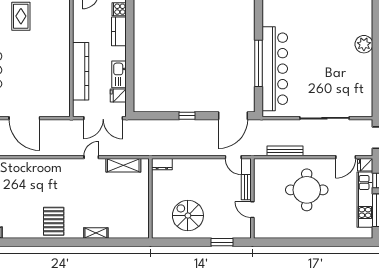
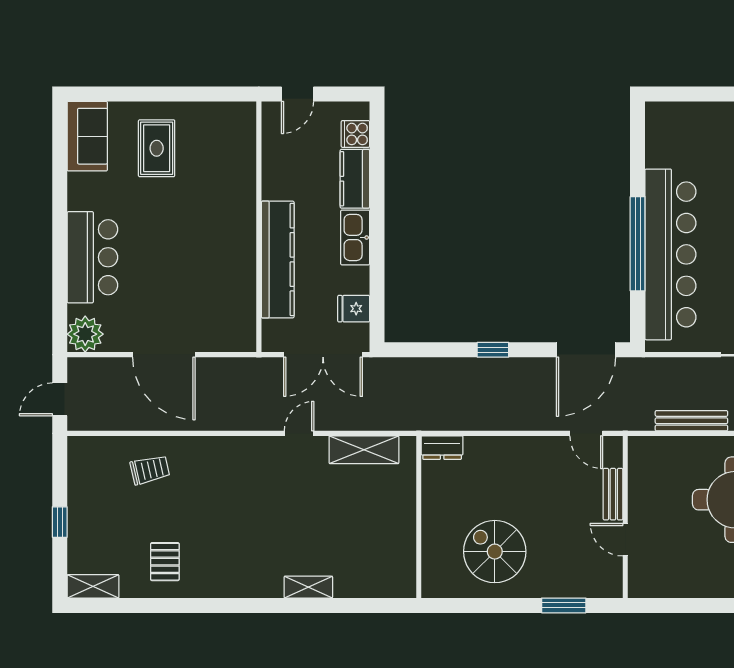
kitchen sink: (119, 74) -> (355, 237), moved
trolley: (17, 175) -> (150, 470), added
pallet: (54, 221) -> (165, 562), moved, width x0.67, depth x0.71

